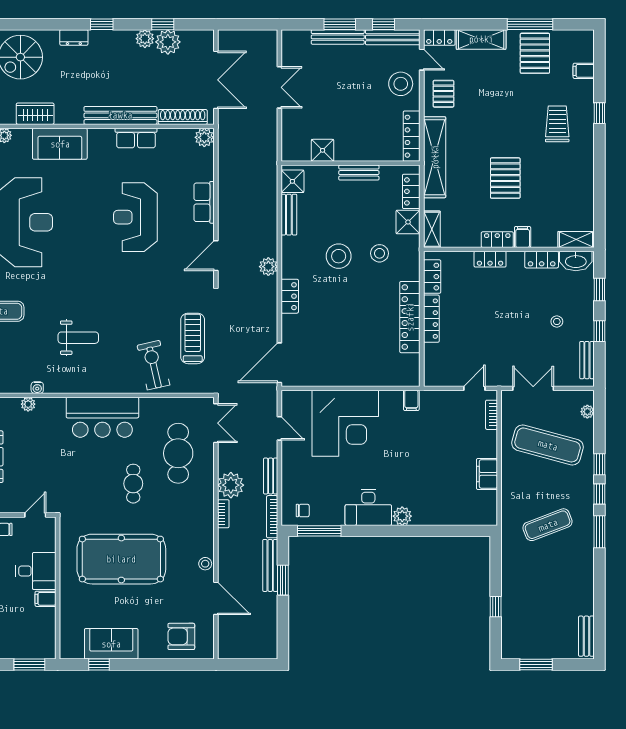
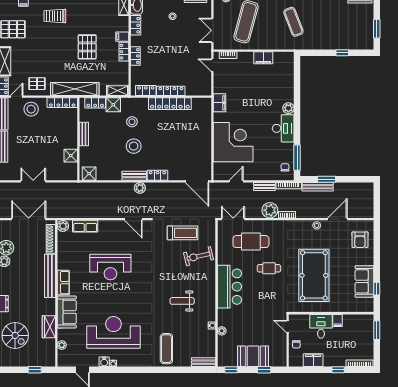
row of seats: (136, 138) -> (63, 283), moved
pallet: (505, 178) -> (87, 47), turned 90
row of seats: (204, 202) -> (85, 226), moved
bench: (289, 215) -> (134, 176), moved
weight bench: (78, 338) -> (182, 301), turned -90
treadmill: (193, 338) -> (183, 233), turned 180
filing cabinet: (411, 400) -> (219, 103), width x2.00

